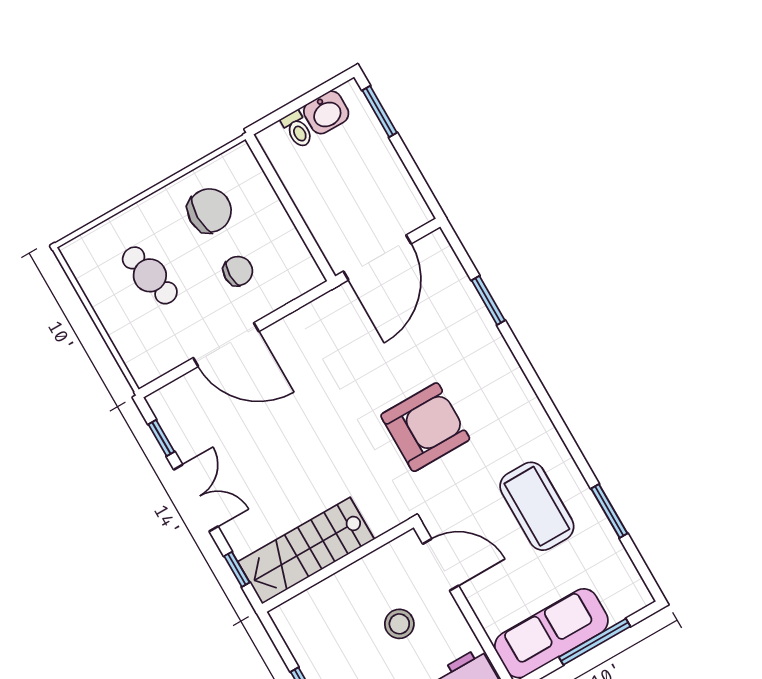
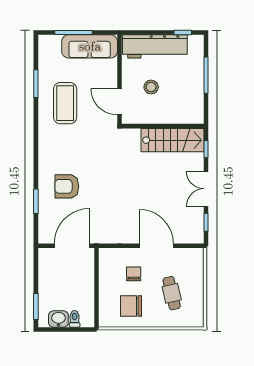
chair: (238, 271) -> (134, 274), turned 90
armchair: (425, 427) -> (67, 186), moved, width x0.73, depth x0.73

